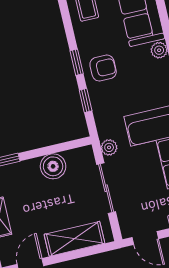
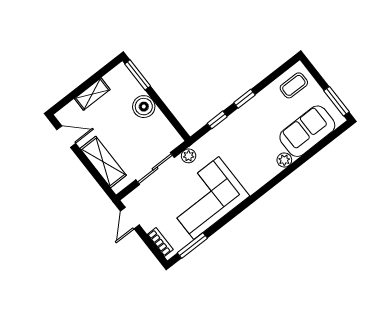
armchair: (103, 68) -> (250, 122), removed
boiler: (53, 166) -> (144, 107), moved

